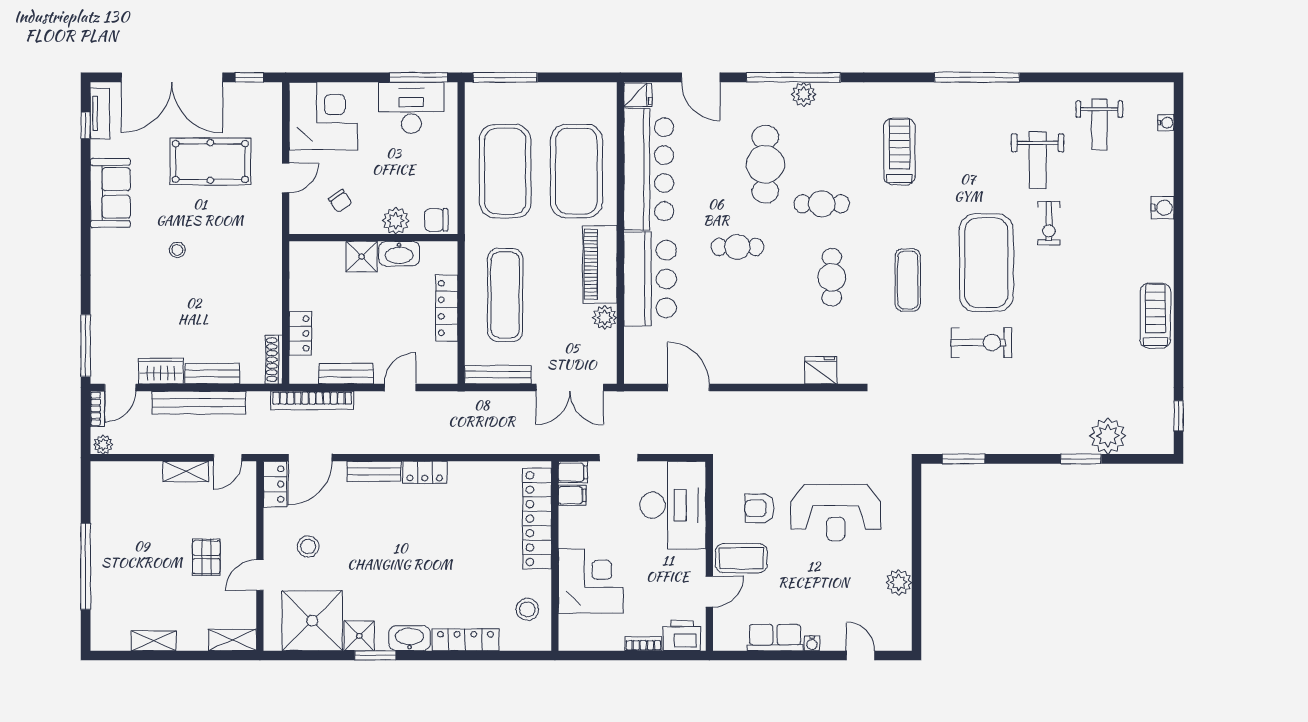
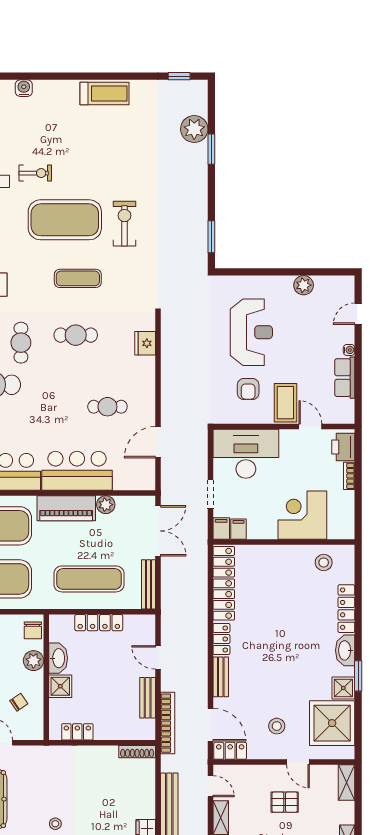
cafe table: (737, 247) -> (107, 407), moved, turned 90
treadmill: (1155, 316) -> (104, 94), turned 180
locker: (300, 333) -> (77, 732), moved
bench: (212, 374) -> (148, 798), removed
locker: (537, 519) -> (224, 583), moved, turned -90

